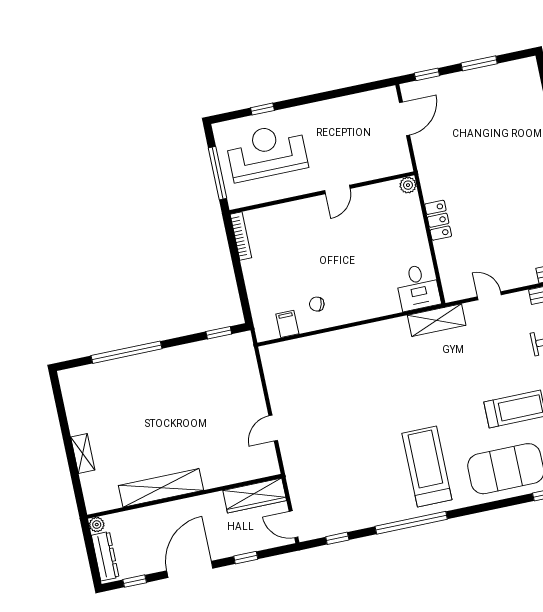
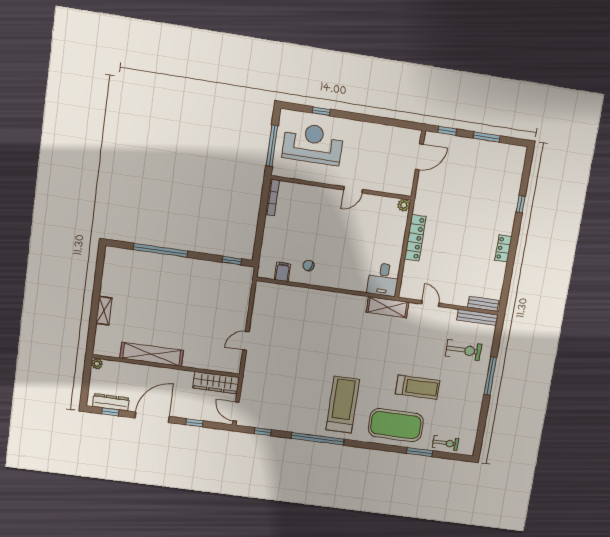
locker: (438, 220) -> (415, 238), width x1.53
dresser: (105, 556) -> (111, 402), moved, turned -90

